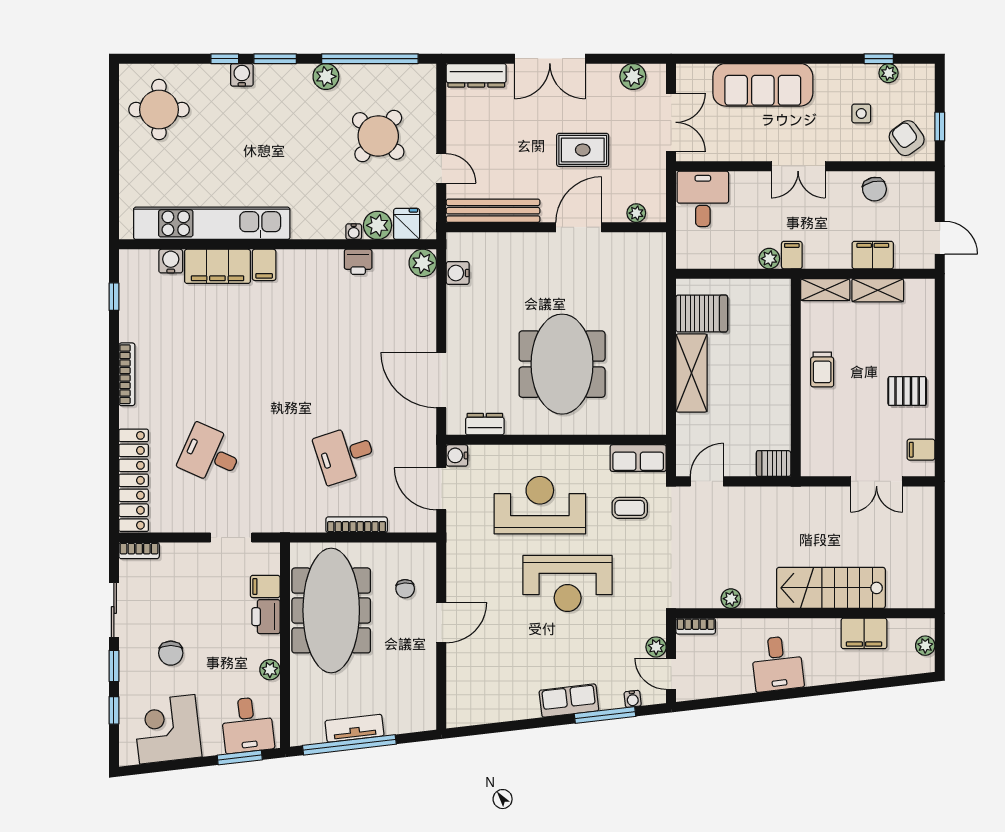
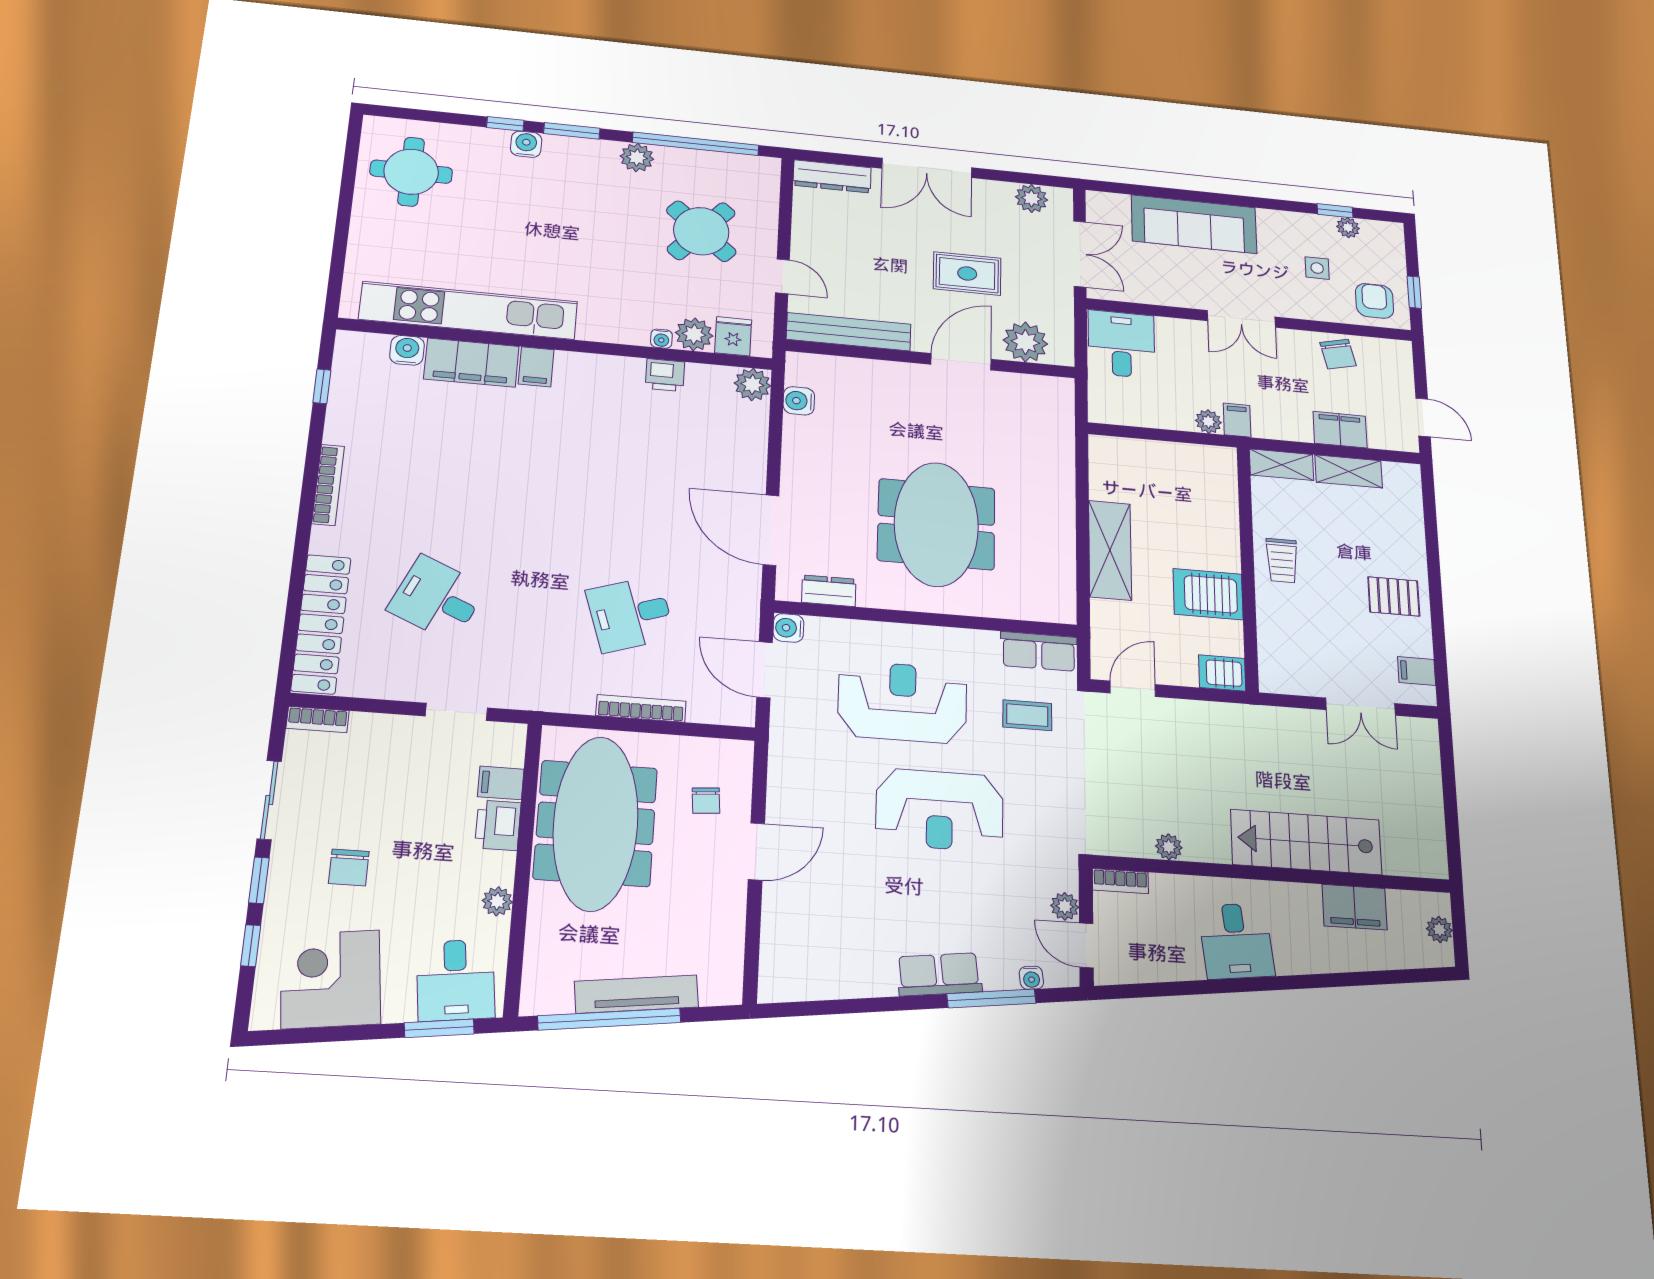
armchair: (907, 138) -> (1374, 301), turned 36
plant: (636, 213) -> (1025, 342), width x1.87, depth x1.87
server rack: (702, 313) -> (1208, 594), moved, turned 180
tv unit: (354, 728) -> (636, 994), width x1.41

